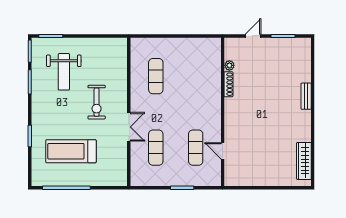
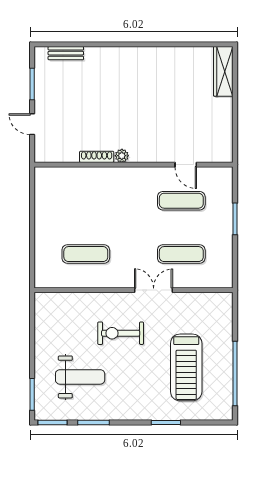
plant: (229, 65) -> (122, 156), moved
bench: (306, 96) -> (66, 53), moved
exercise bike: (97, 102) -> (121, 333), turned 180
door: (223, 151) -> (186, 165), hinge flipped
wardrobe: (304, 161) -> (223, 71), moved, turned 90

